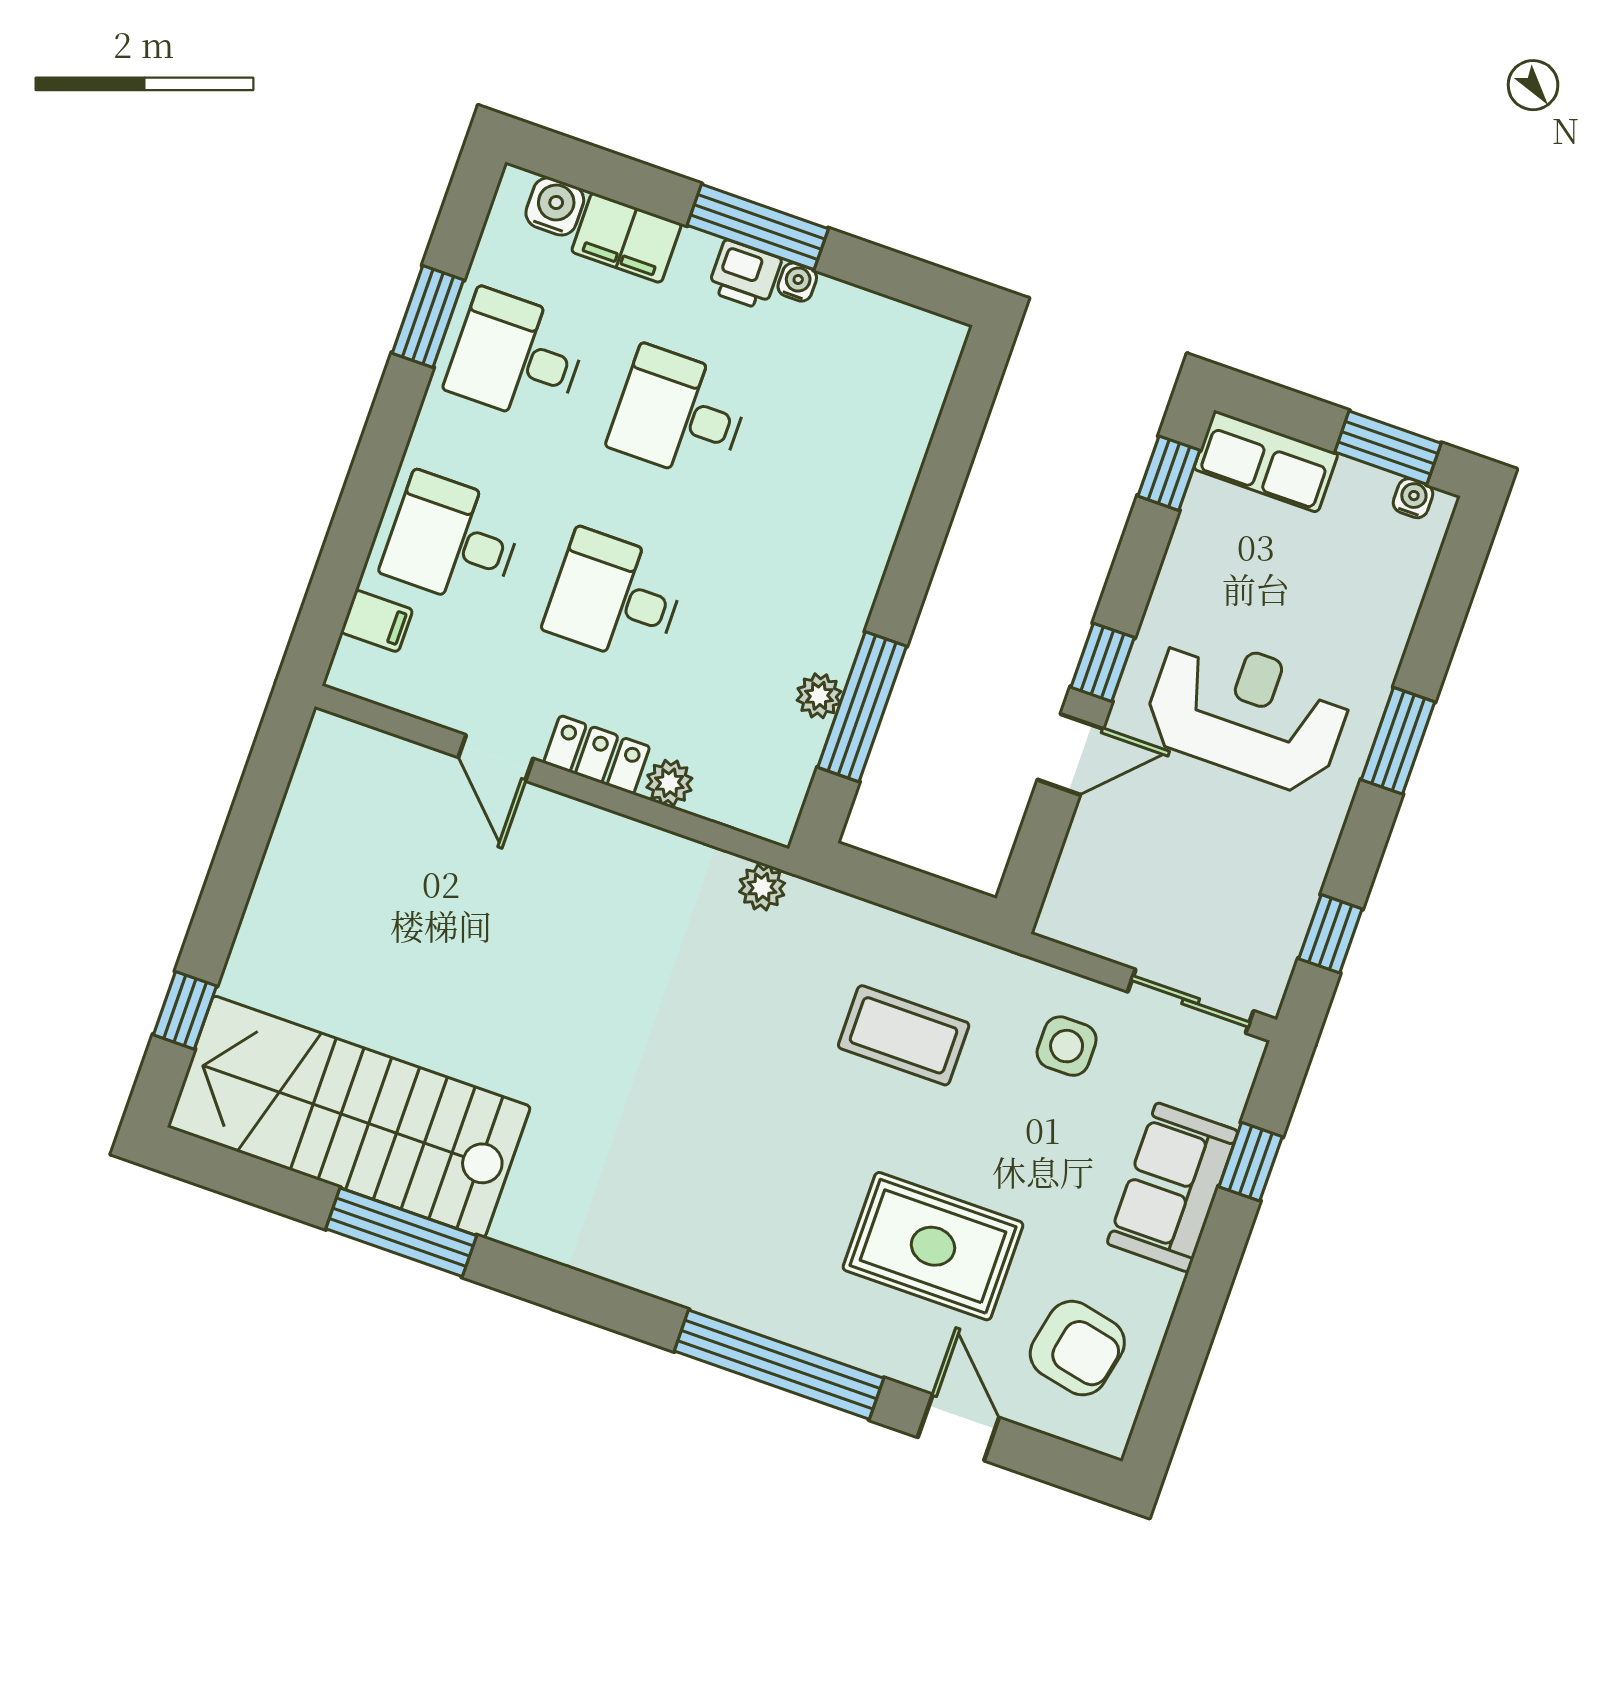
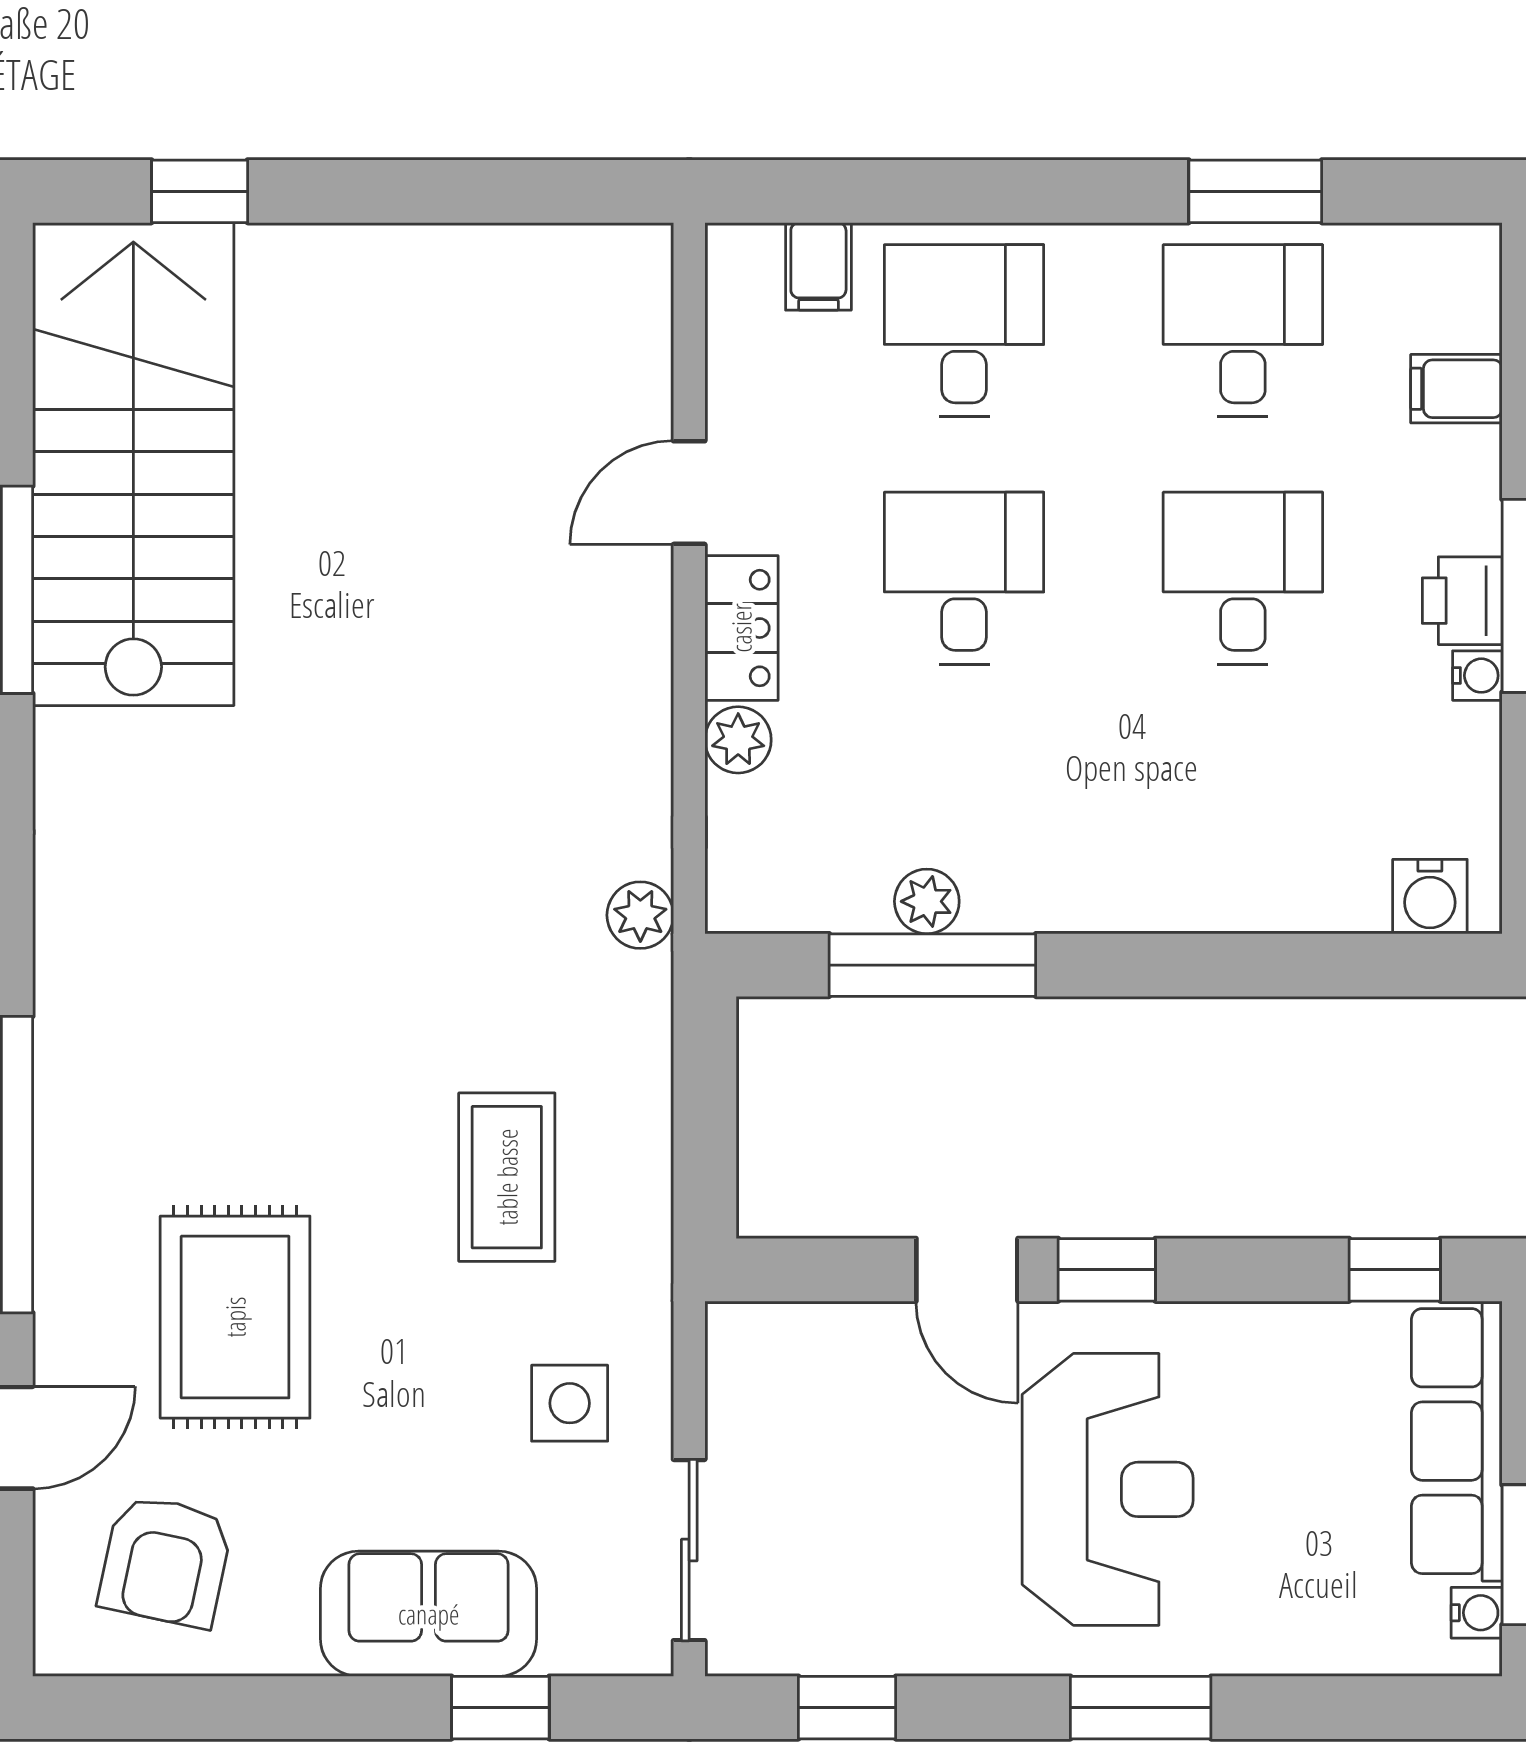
water cooler: (555, 206) -> (1430, 897), moved, turned 90
filing cabinet: (626, 238) -> (1456, 389), width x0.50
row of seats: (1266, 461) -> (1457, 1441), width x1.48

